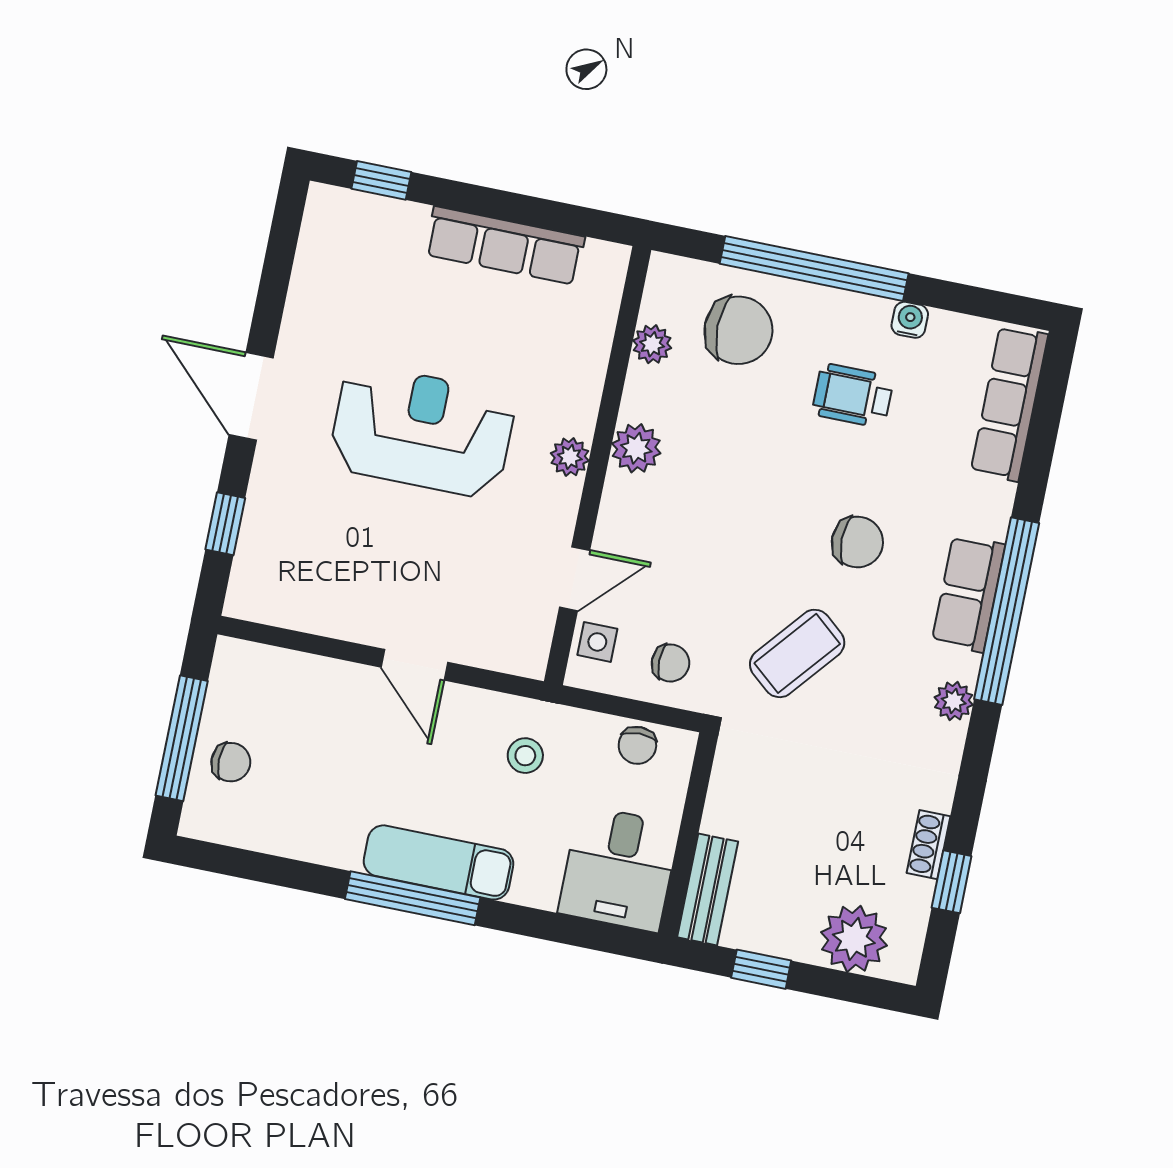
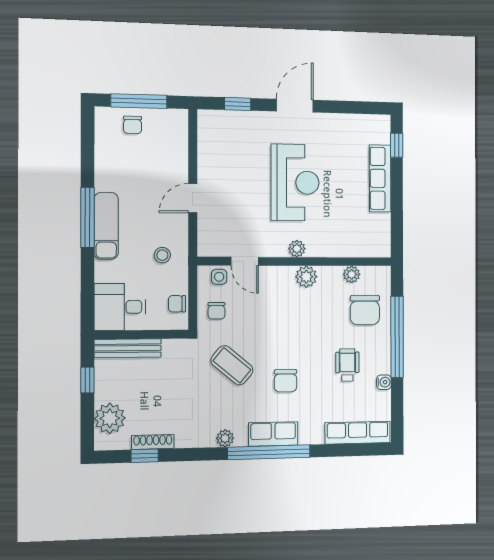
row of seats: (505, 246) -> (380, 178), moved
shoe rack: (928, 845) -> (153, 442), width x1.43
bench: (708, 889) -> (128, 348), width x1.36

